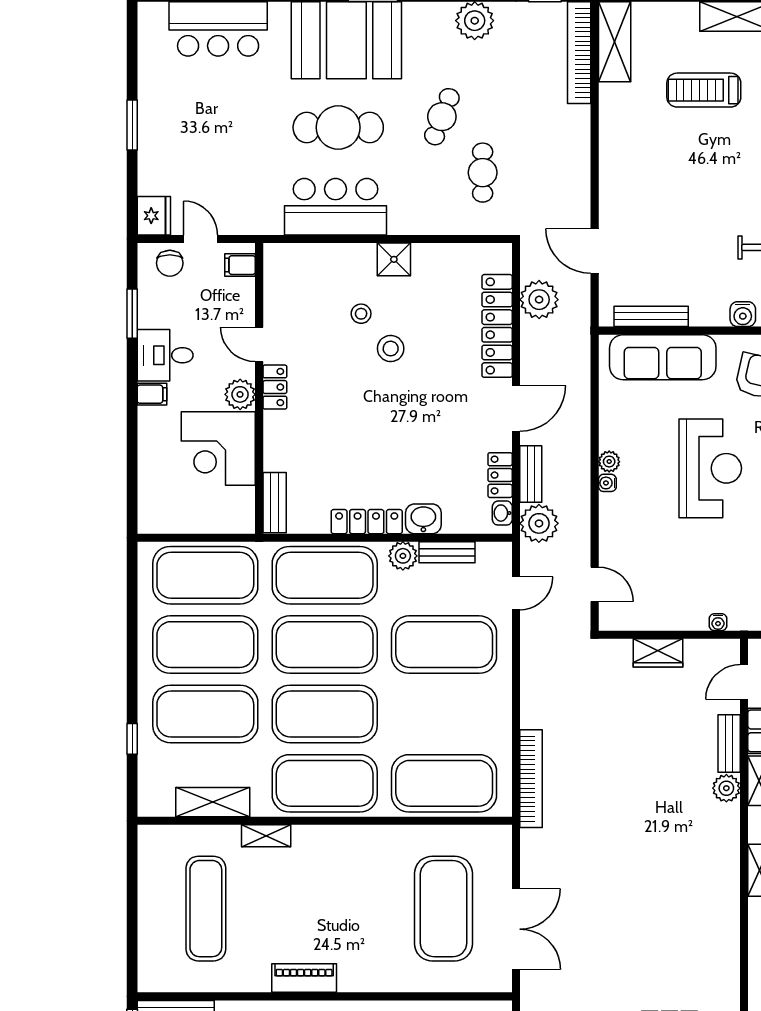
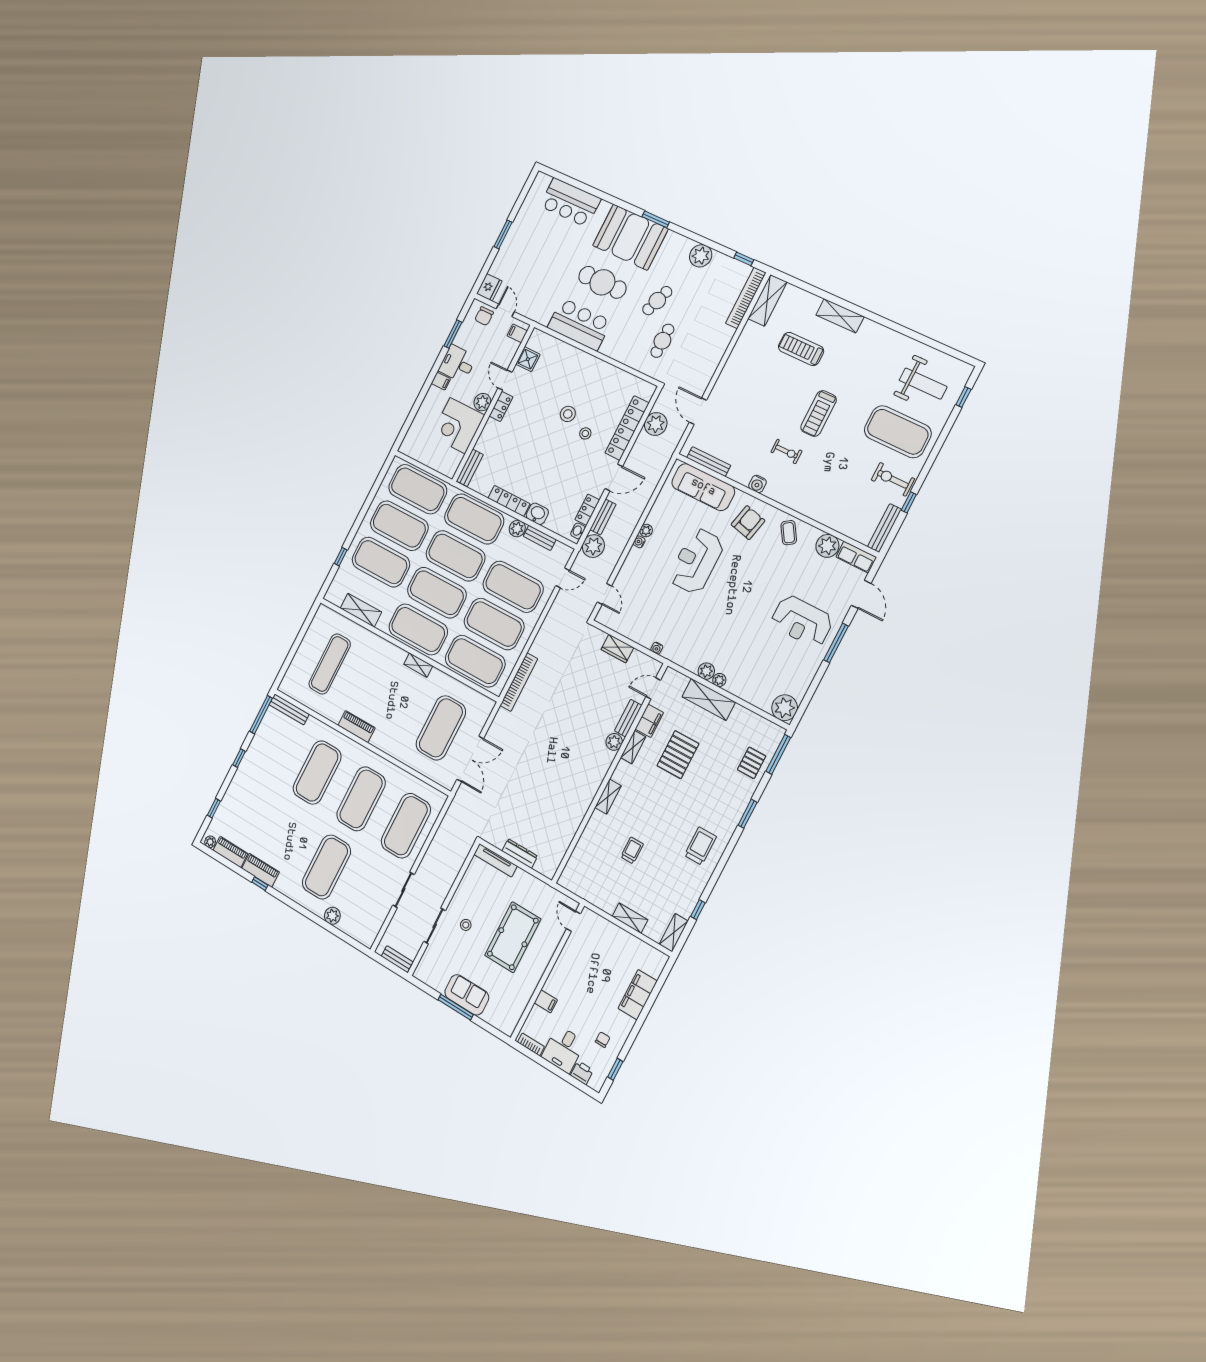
shower: (394, 259) -> (528, 359), moved
stool: (361, 314) -> (585, 433), moved
reception desk: (710, 468) -> (696, 561), turned 180
exercise mat: (444, 714) -> (494, 624), added
shelving: (266, 836) -> (418, 665), moved

